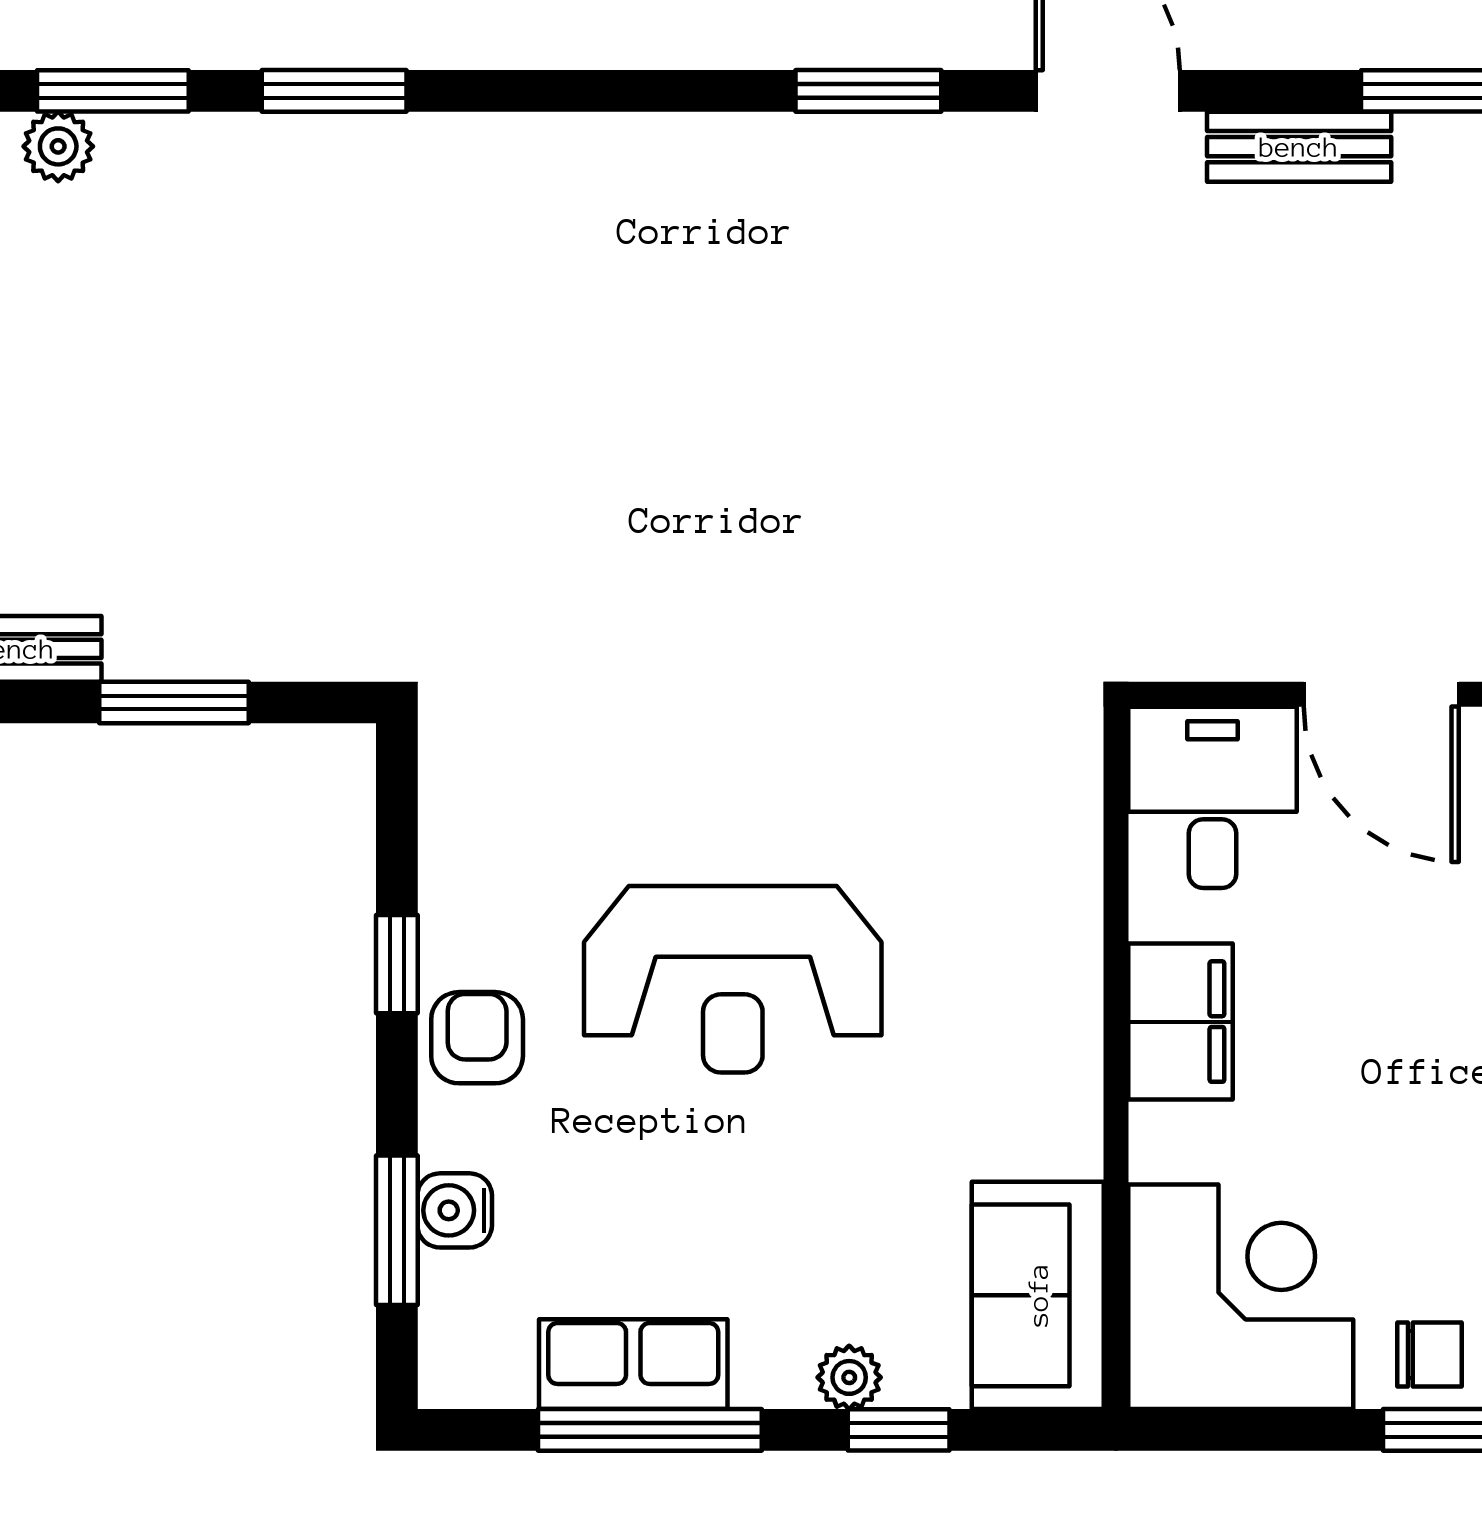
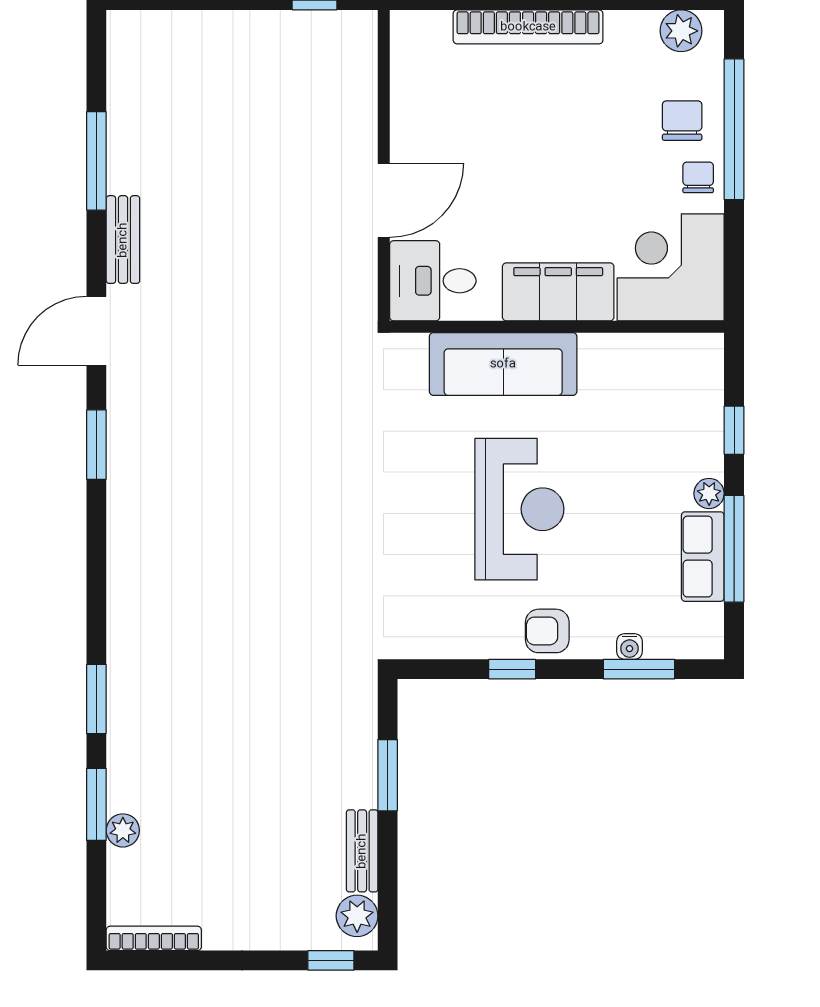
filing cabinet: (1180, 1022) -> (558, 292), width x1.50, depth x1.17
water cooler: (455, 1210) -> (629, 647), width x0.72, depth x0.72
sofa: (1038, 1295) -> (503, 364), moved, width x1.36
plant: (849, 1377) -> (709, 493), moved

